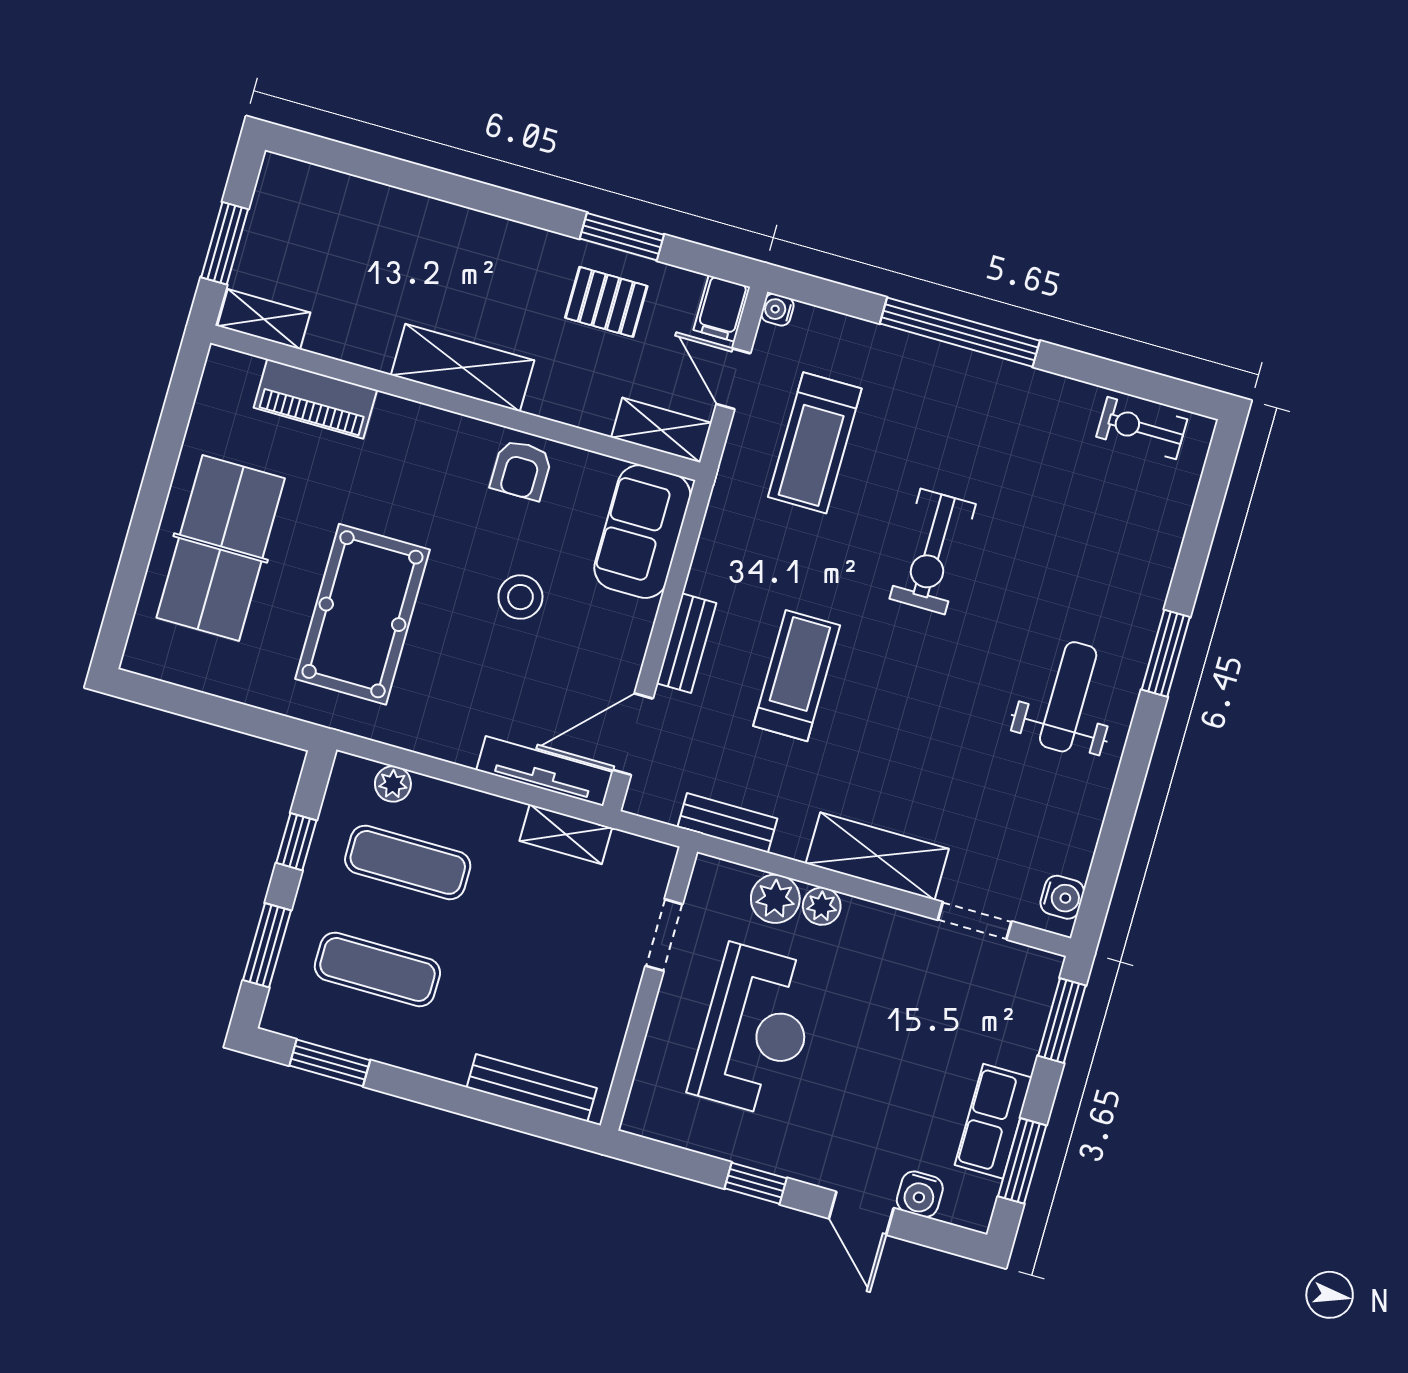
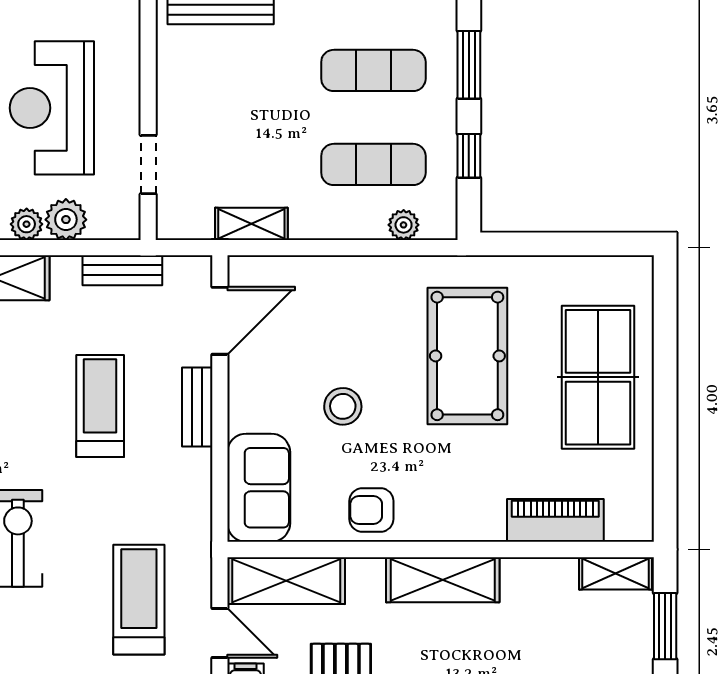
shelving: (661, 430) -> (286, 581), width x1.50, depth x1.33
armchair: (521, 470) -> (371, 510), turned -90
treadmill: (797, 676) -> (100, 406), turned 180
tv unit: (544, 771) -> (283, 270), removed

